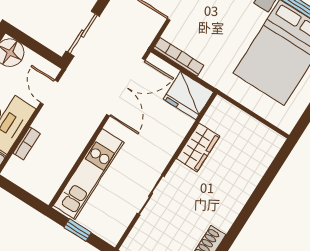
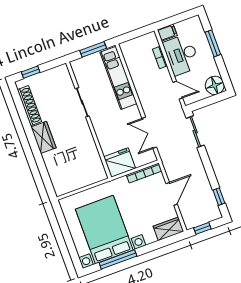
double door: (126, 87) -> (149, 133), width x0.73
wardrobe: (198, 147) -> (44, 137), moved, turned 180
window: (78, 230) -> (93, 49), width x1.50

